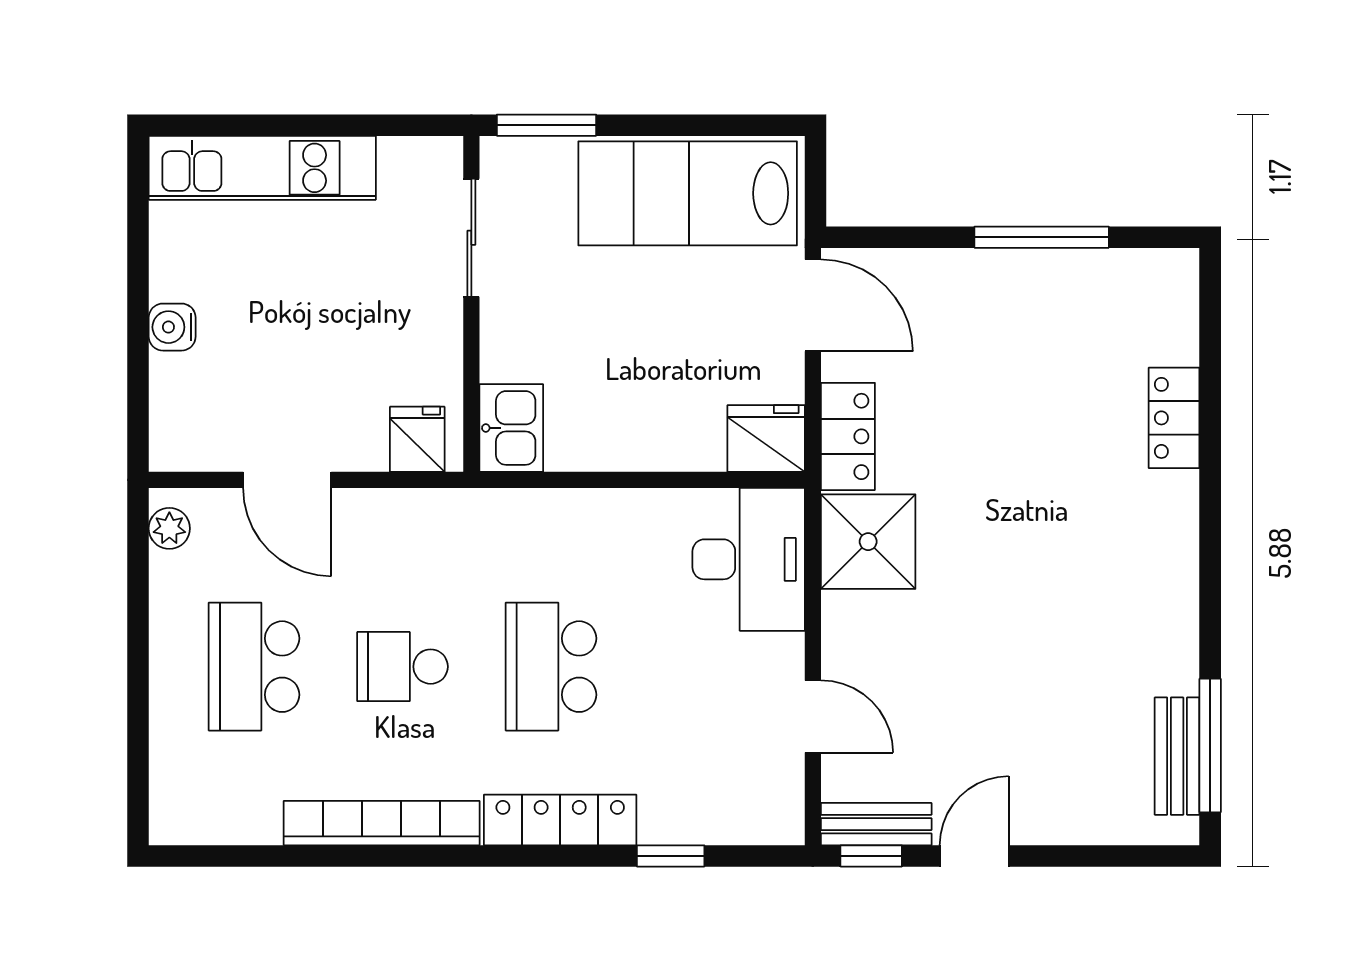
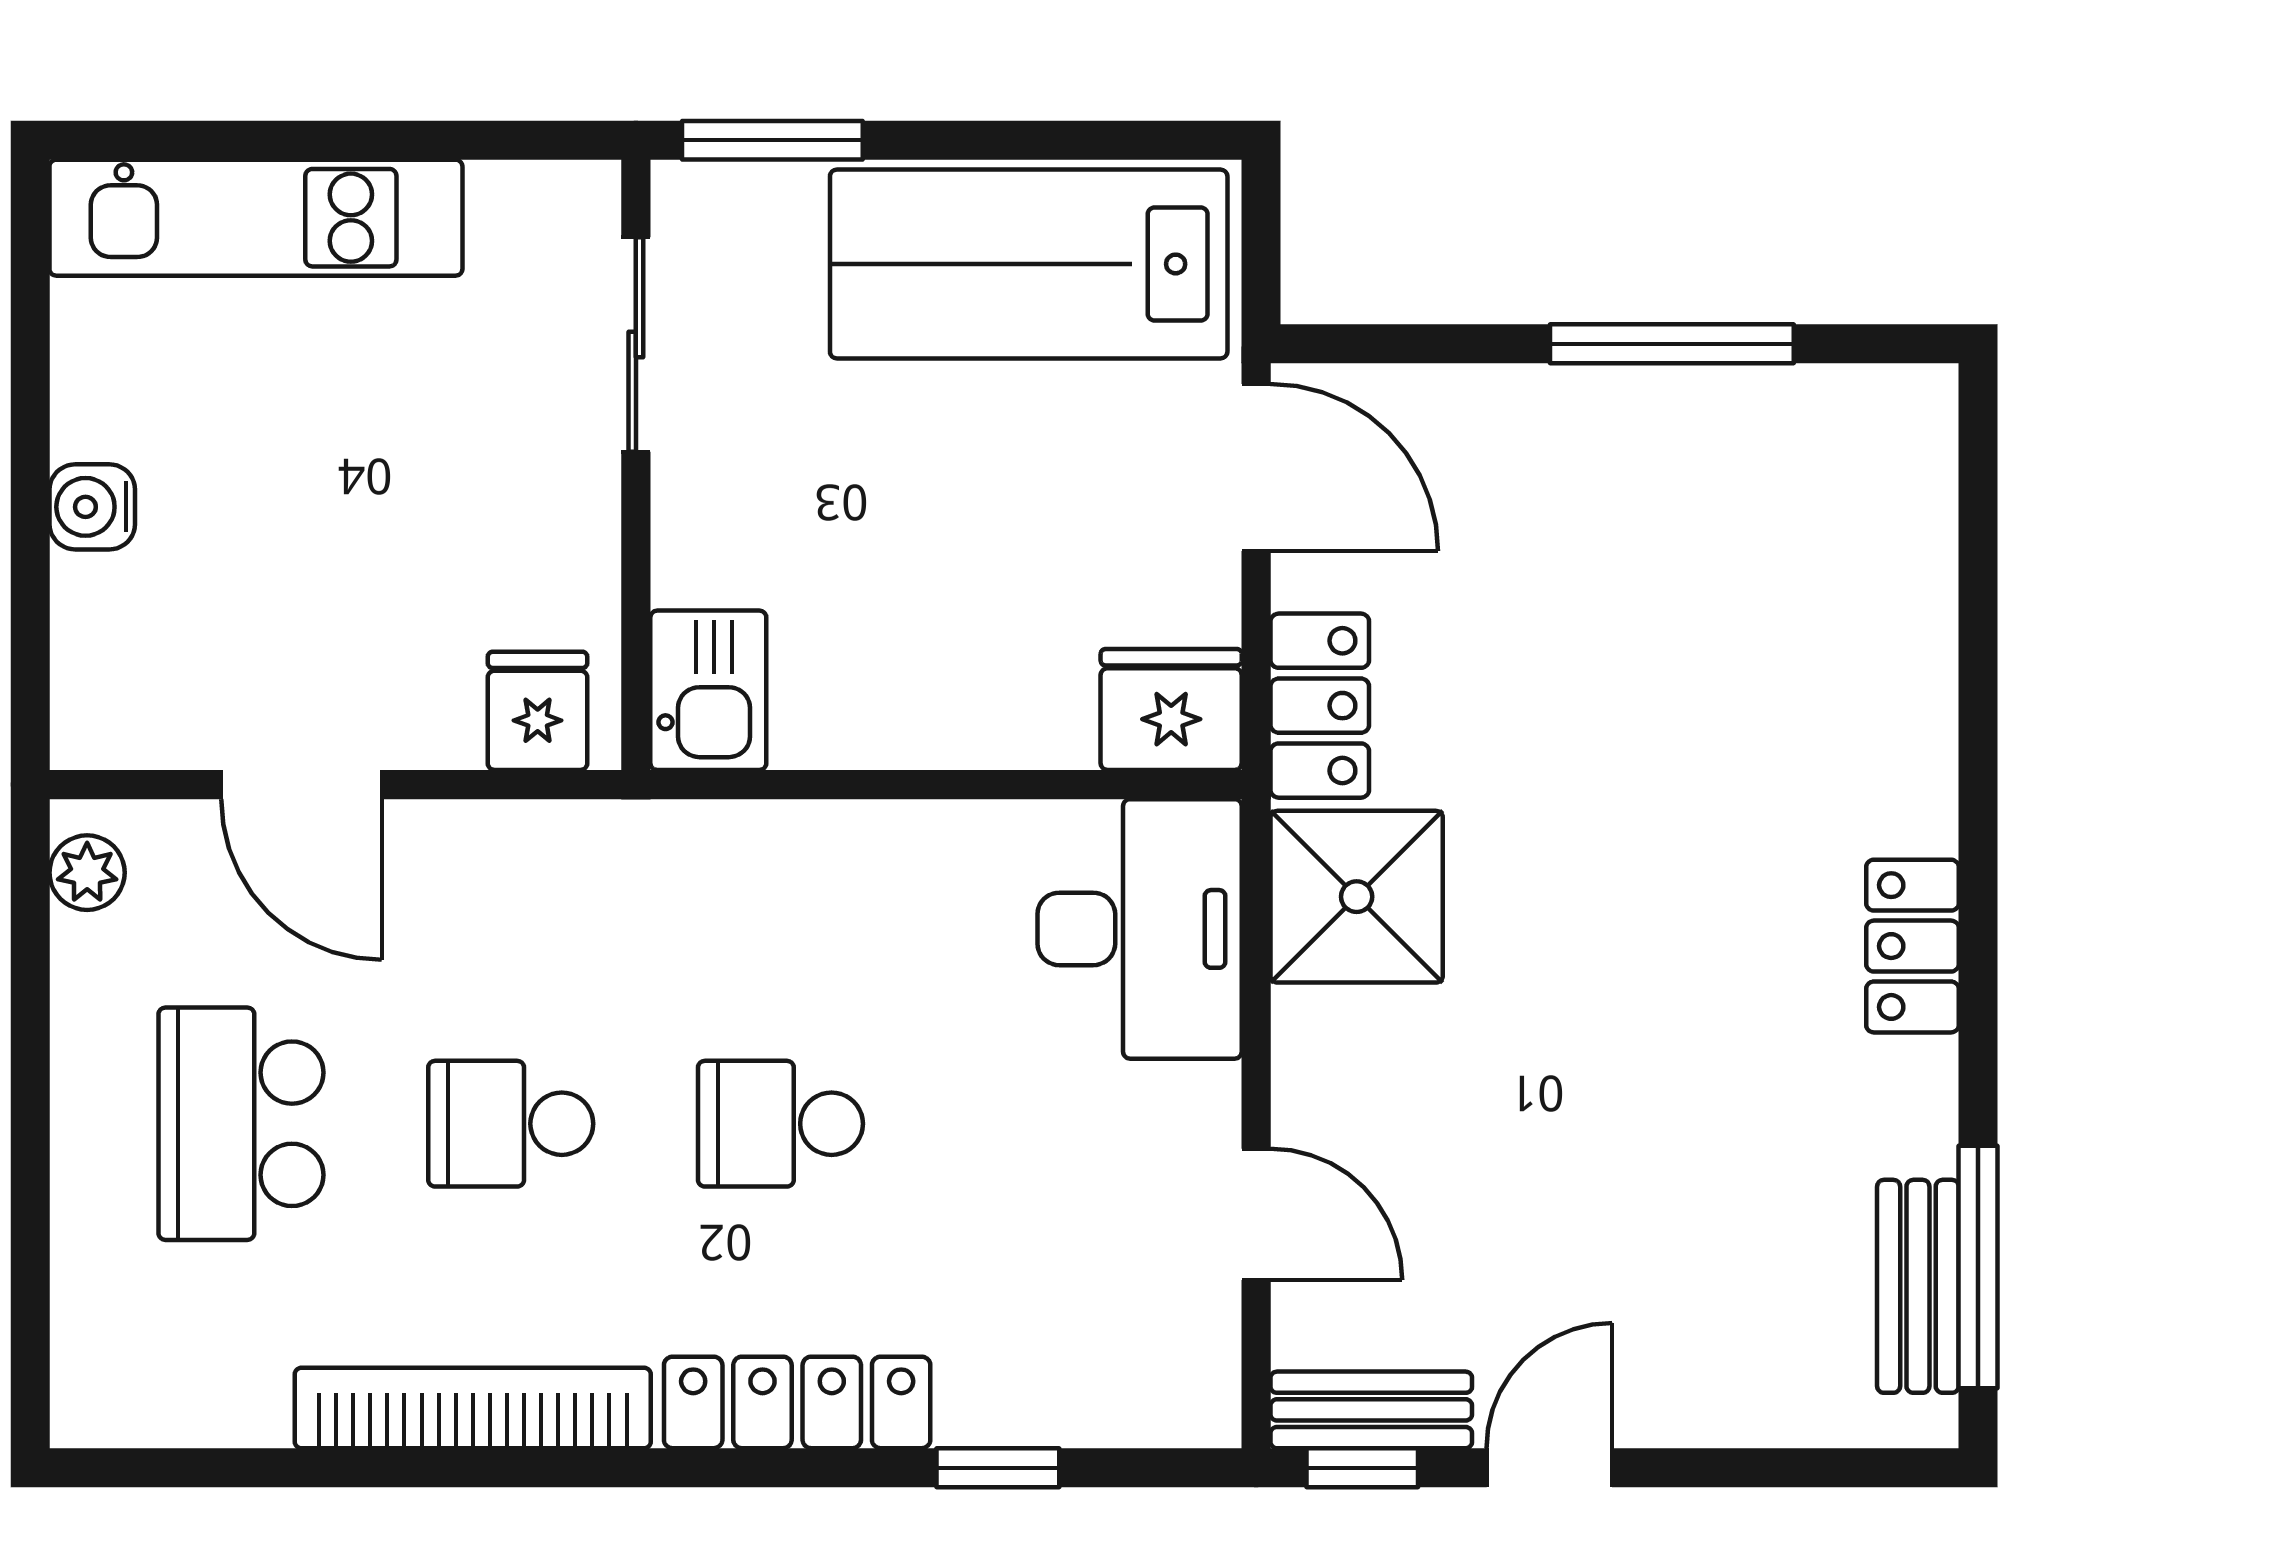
locker: (1174, 418) -> (1912, 946), moved
school desk: (551, 667) -> (780, 1124), width x0.54

